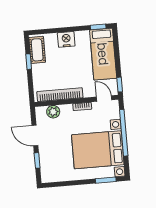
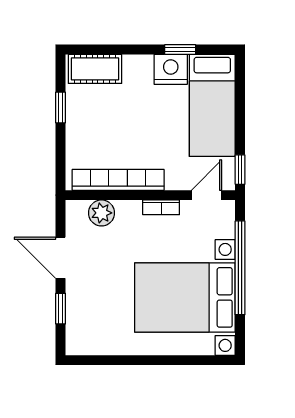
window: (98, 27) -> (180, 50), moved
nightstand: (66, 39) -> (171, 69), moved
cot: (37, 50) -> (95, 69), moved, turned 90
door: (104, 98) -> (207, 195), hinge flipped
window: (106, 180) -> (196, 360), removed

